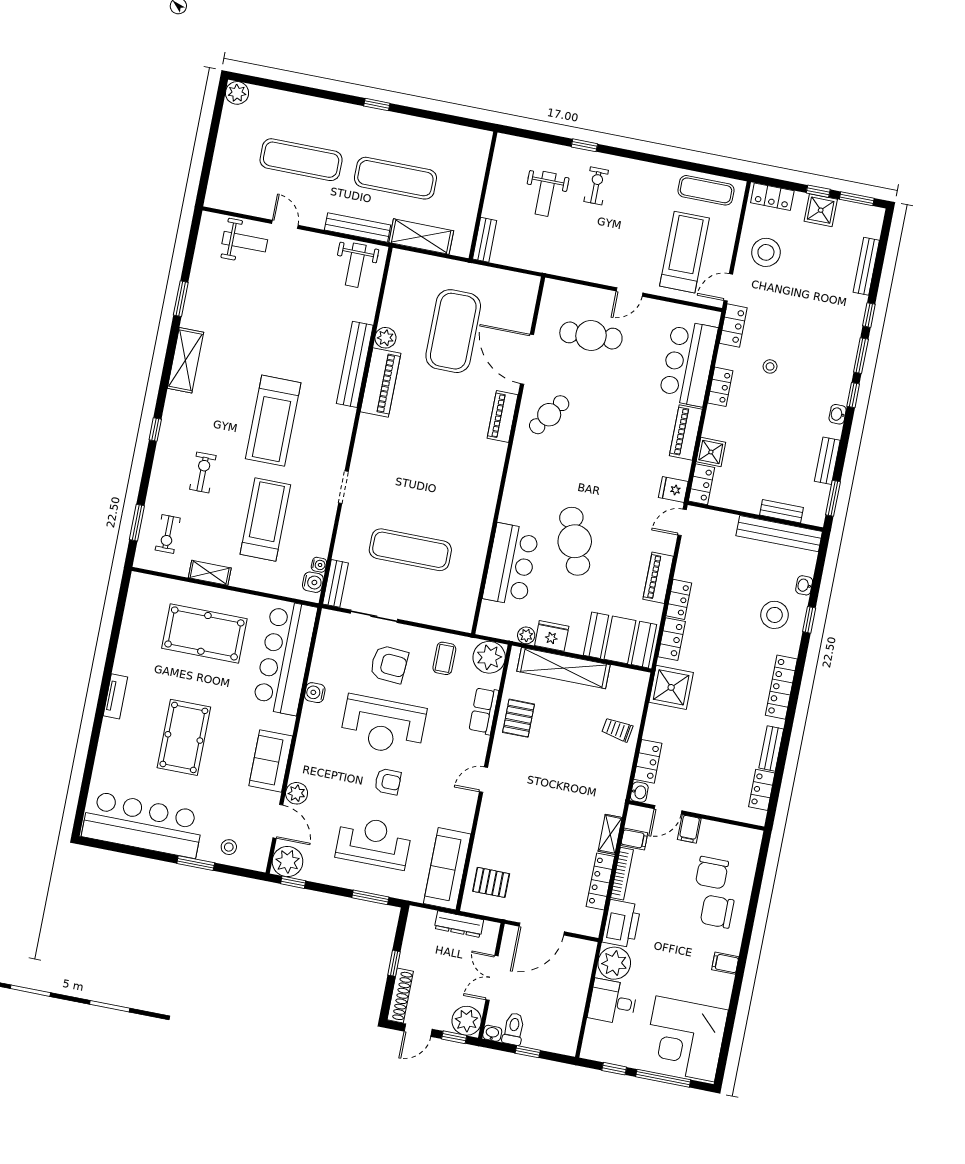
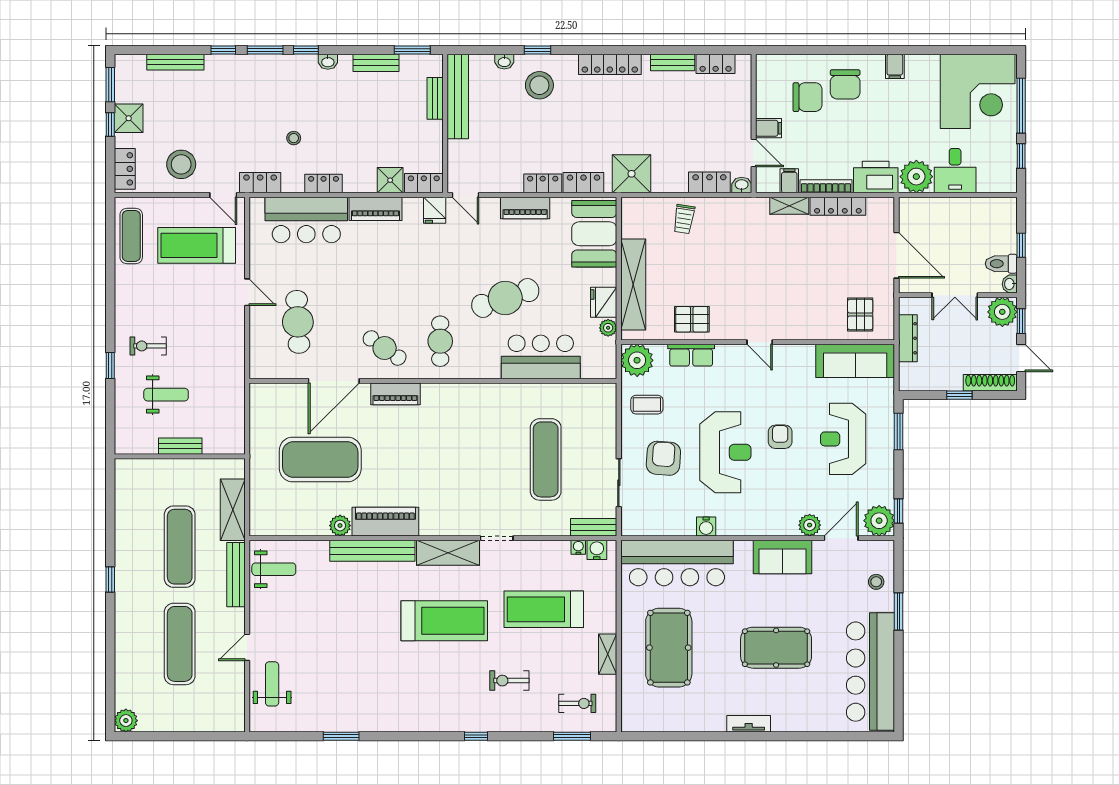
bench: (485, 240) -> (180, 446), moved
shelving: (186, 360) -> (448, 553), moved
cafe table: (545, 470) -> (440, 341), added

